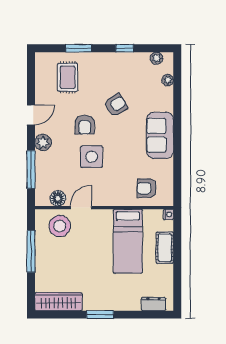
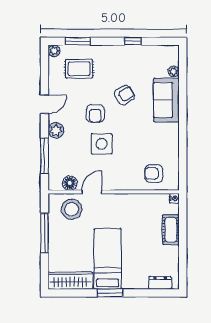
window: (79, 48) -> (78, 41), moved
plant: (156, 58) -> (54, 51), moved
rug: (68, 77) -> (79, 69), turned 90
sofa: (160, 135) -> (166, 100), moved
bed: (128, 241) -> (108, 259), moved, turned 180

